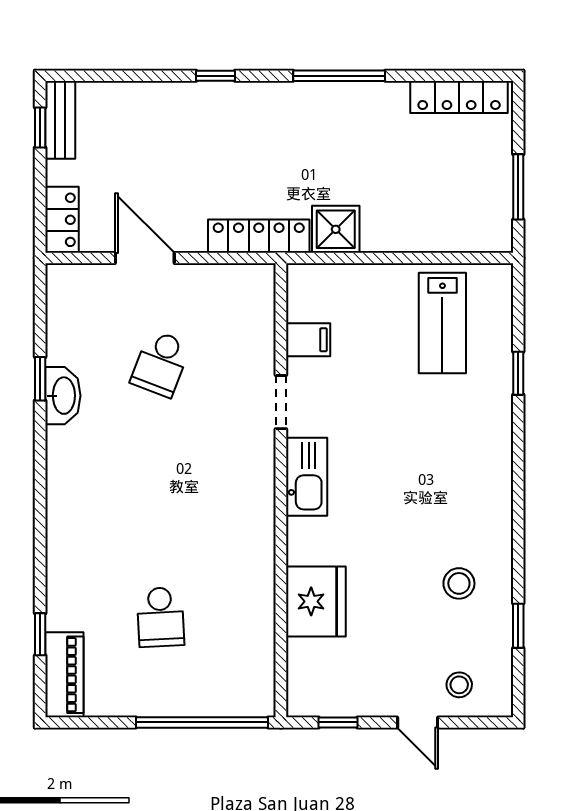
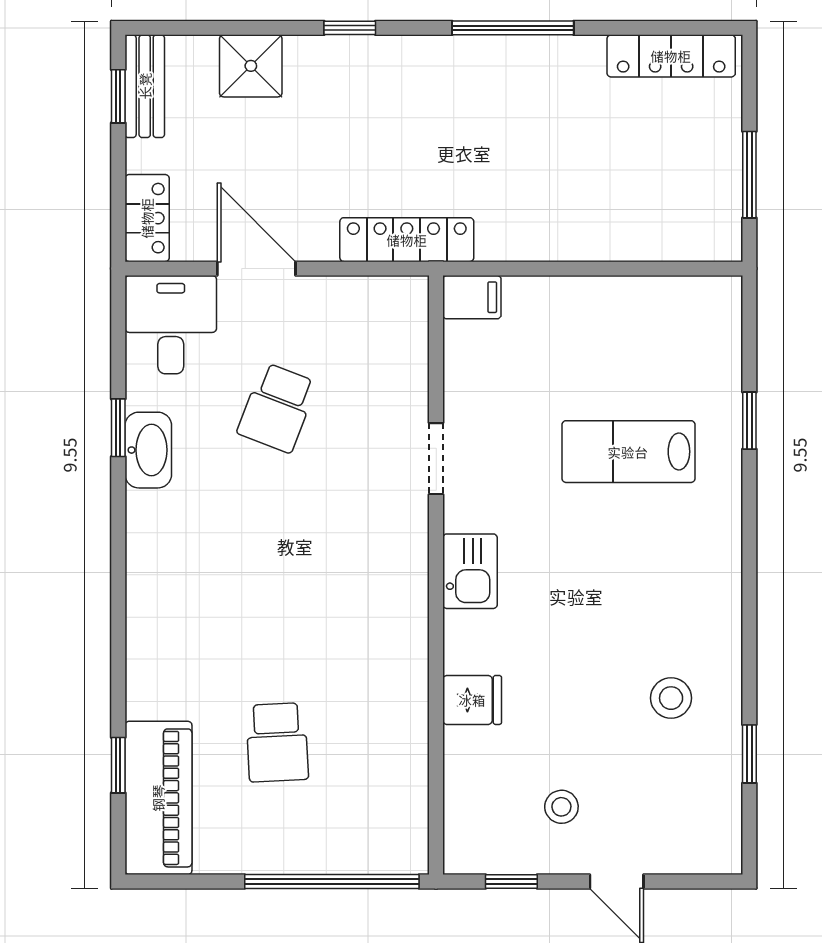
shower: (336, 229) -> (251, 66), moved
desk: (80, 301) -> (171, 325), added
lab bench: (442, 323) -> (628, 452), moved, turned 90
filing cabinet: (308, 340) -> (472, 297), moved
kitchen sink: (307, 477) -> (470, 571), width x0.73
fridge: (316, 601) -> (472, 700), width x0.53, depth x0.75
piano: (64, 675) -> (158, 798), width x1.37, depth x1.33
stool: (459, 685) -> (561, 807), moved

